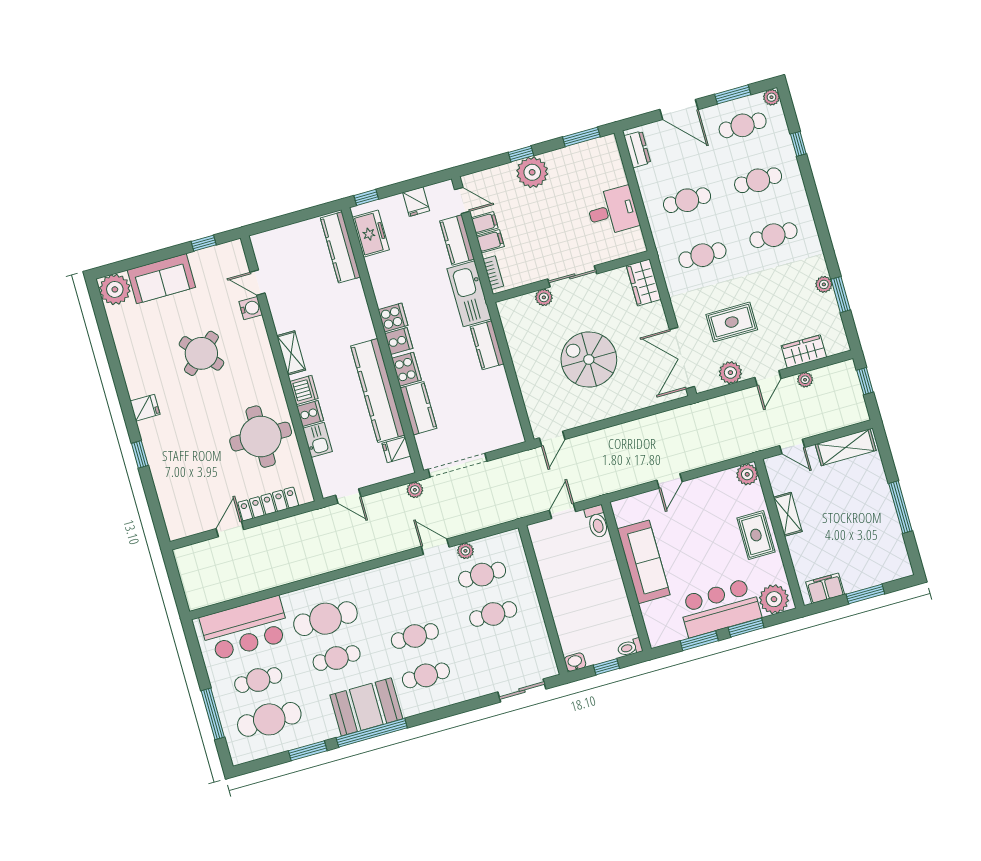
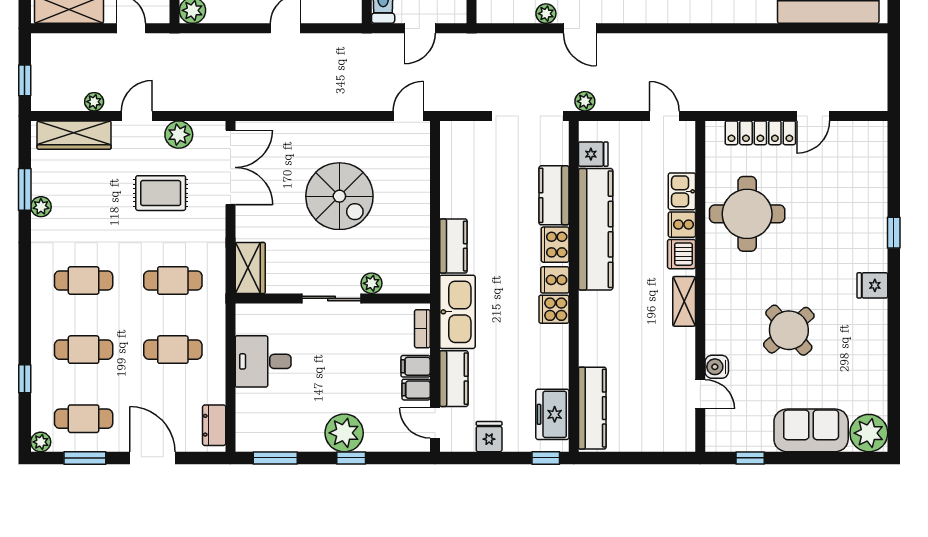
wardrobe: (804, 352) -> (74, 135), width x1.50

